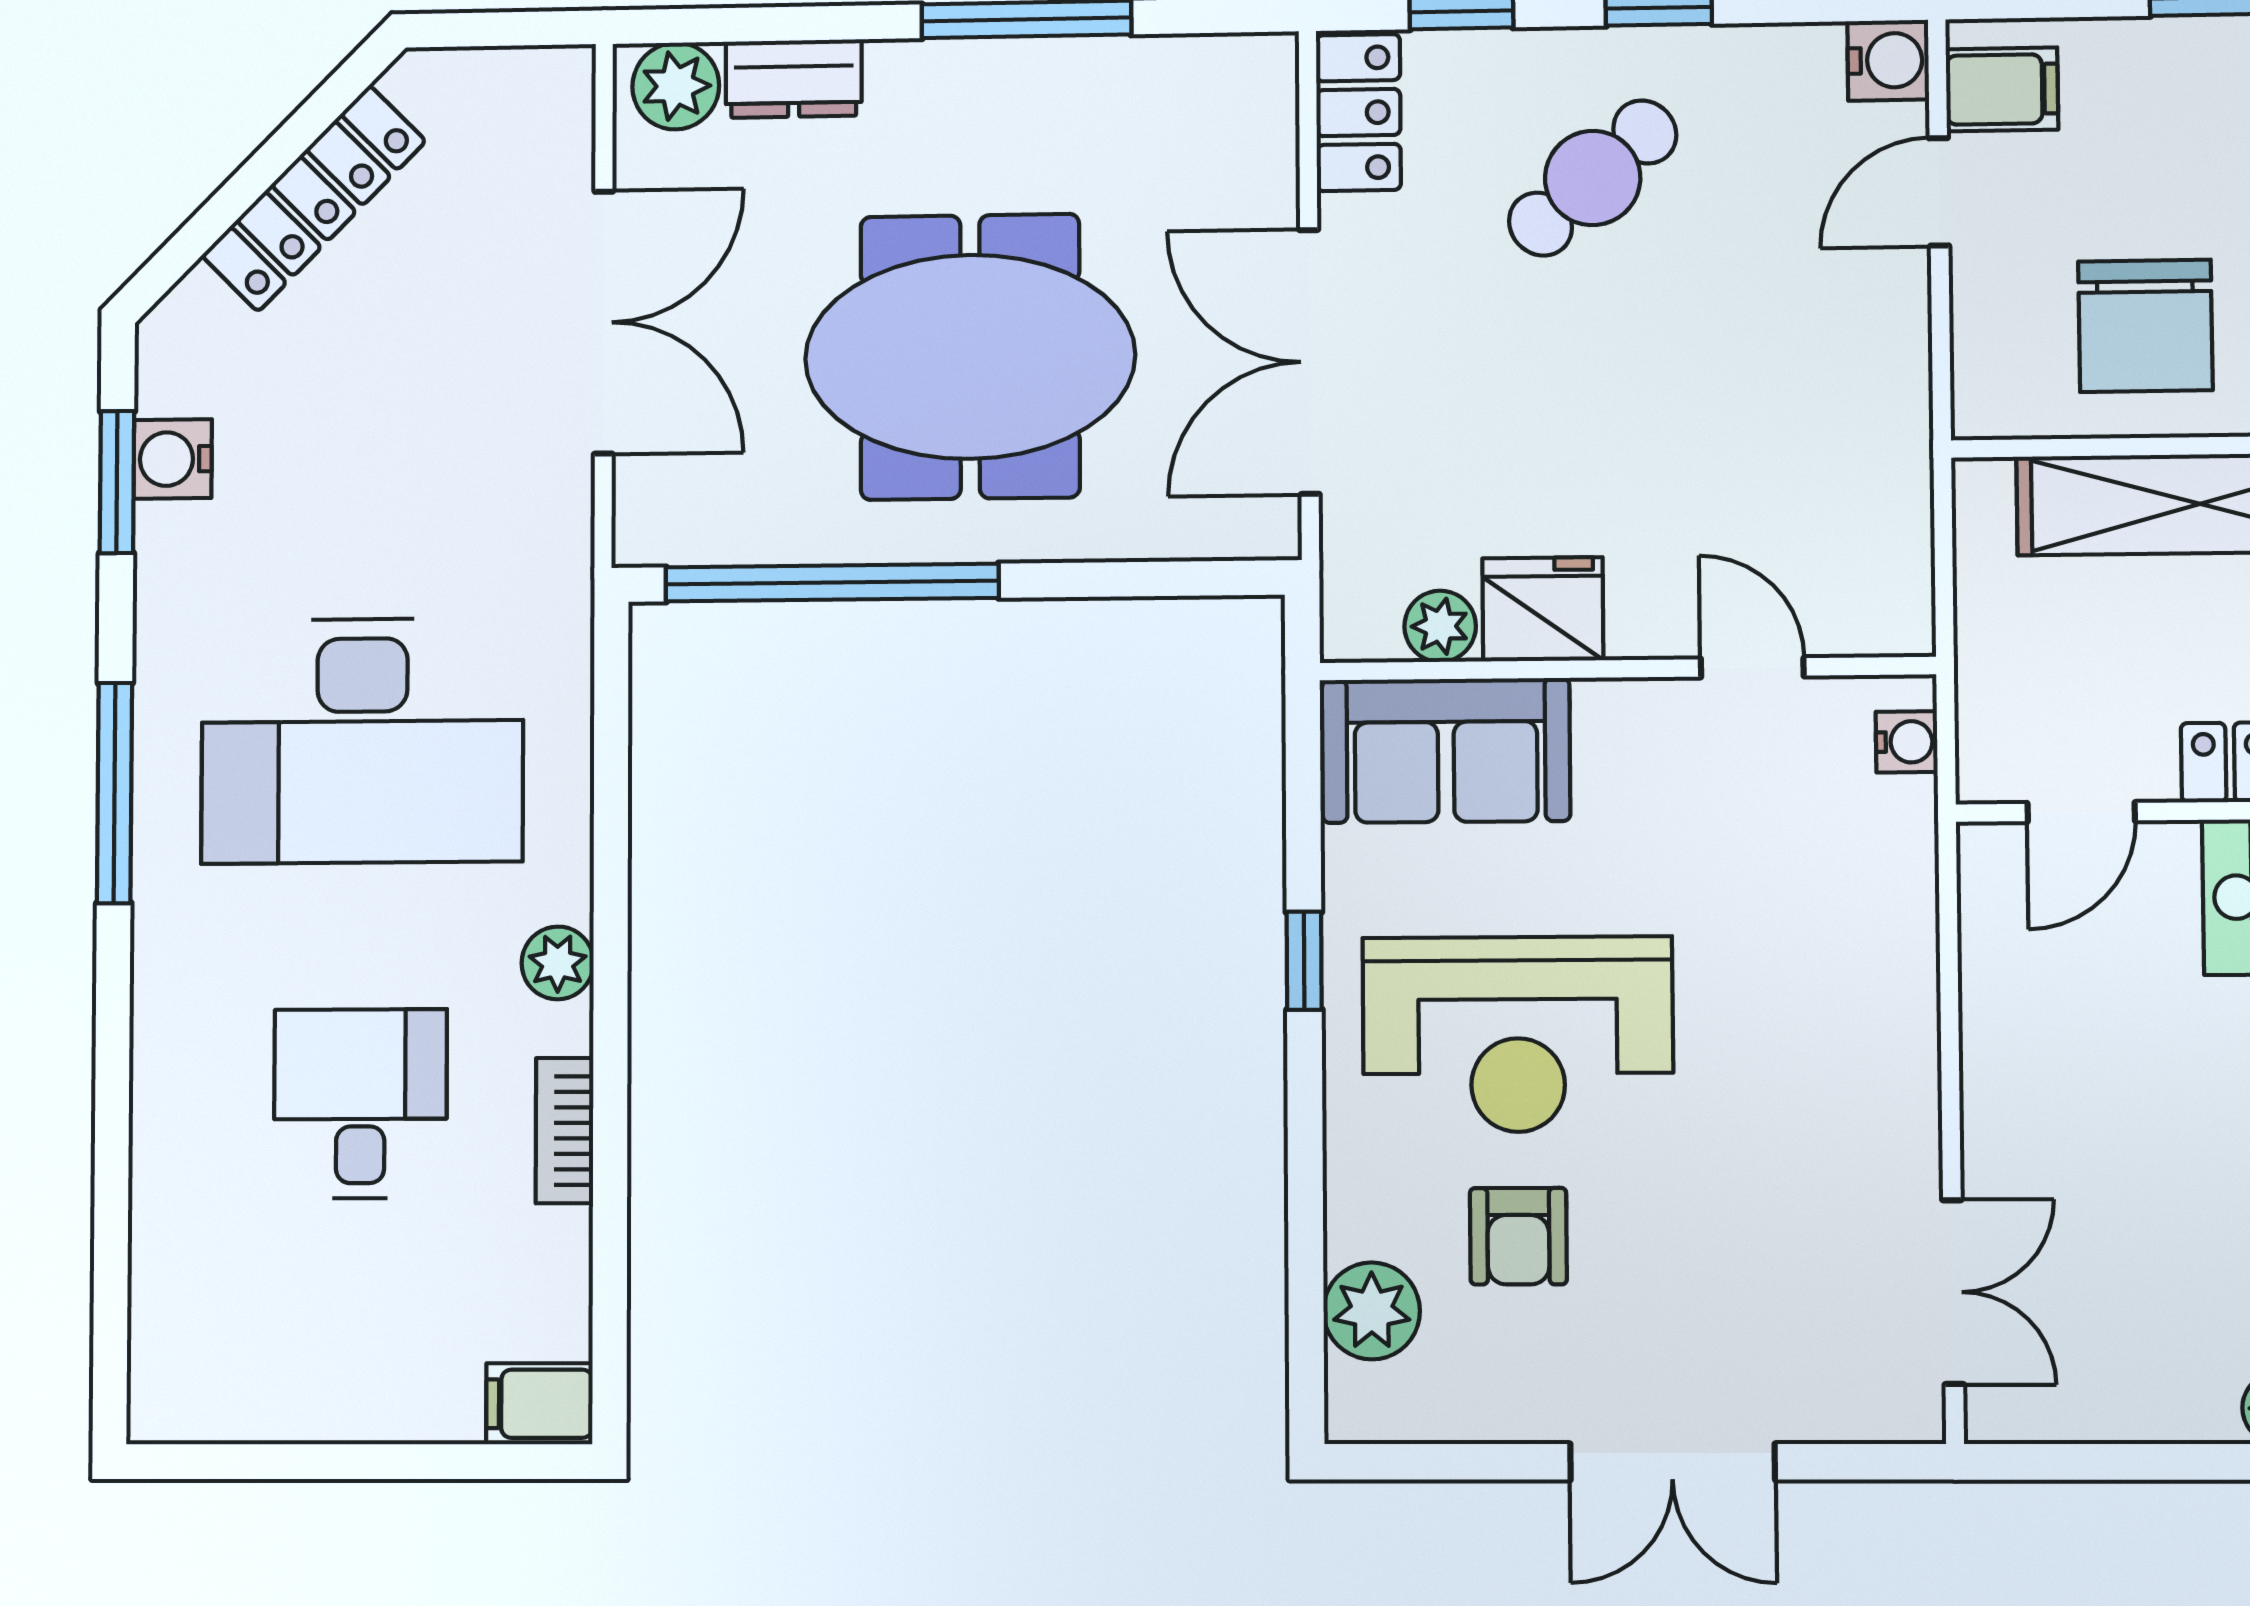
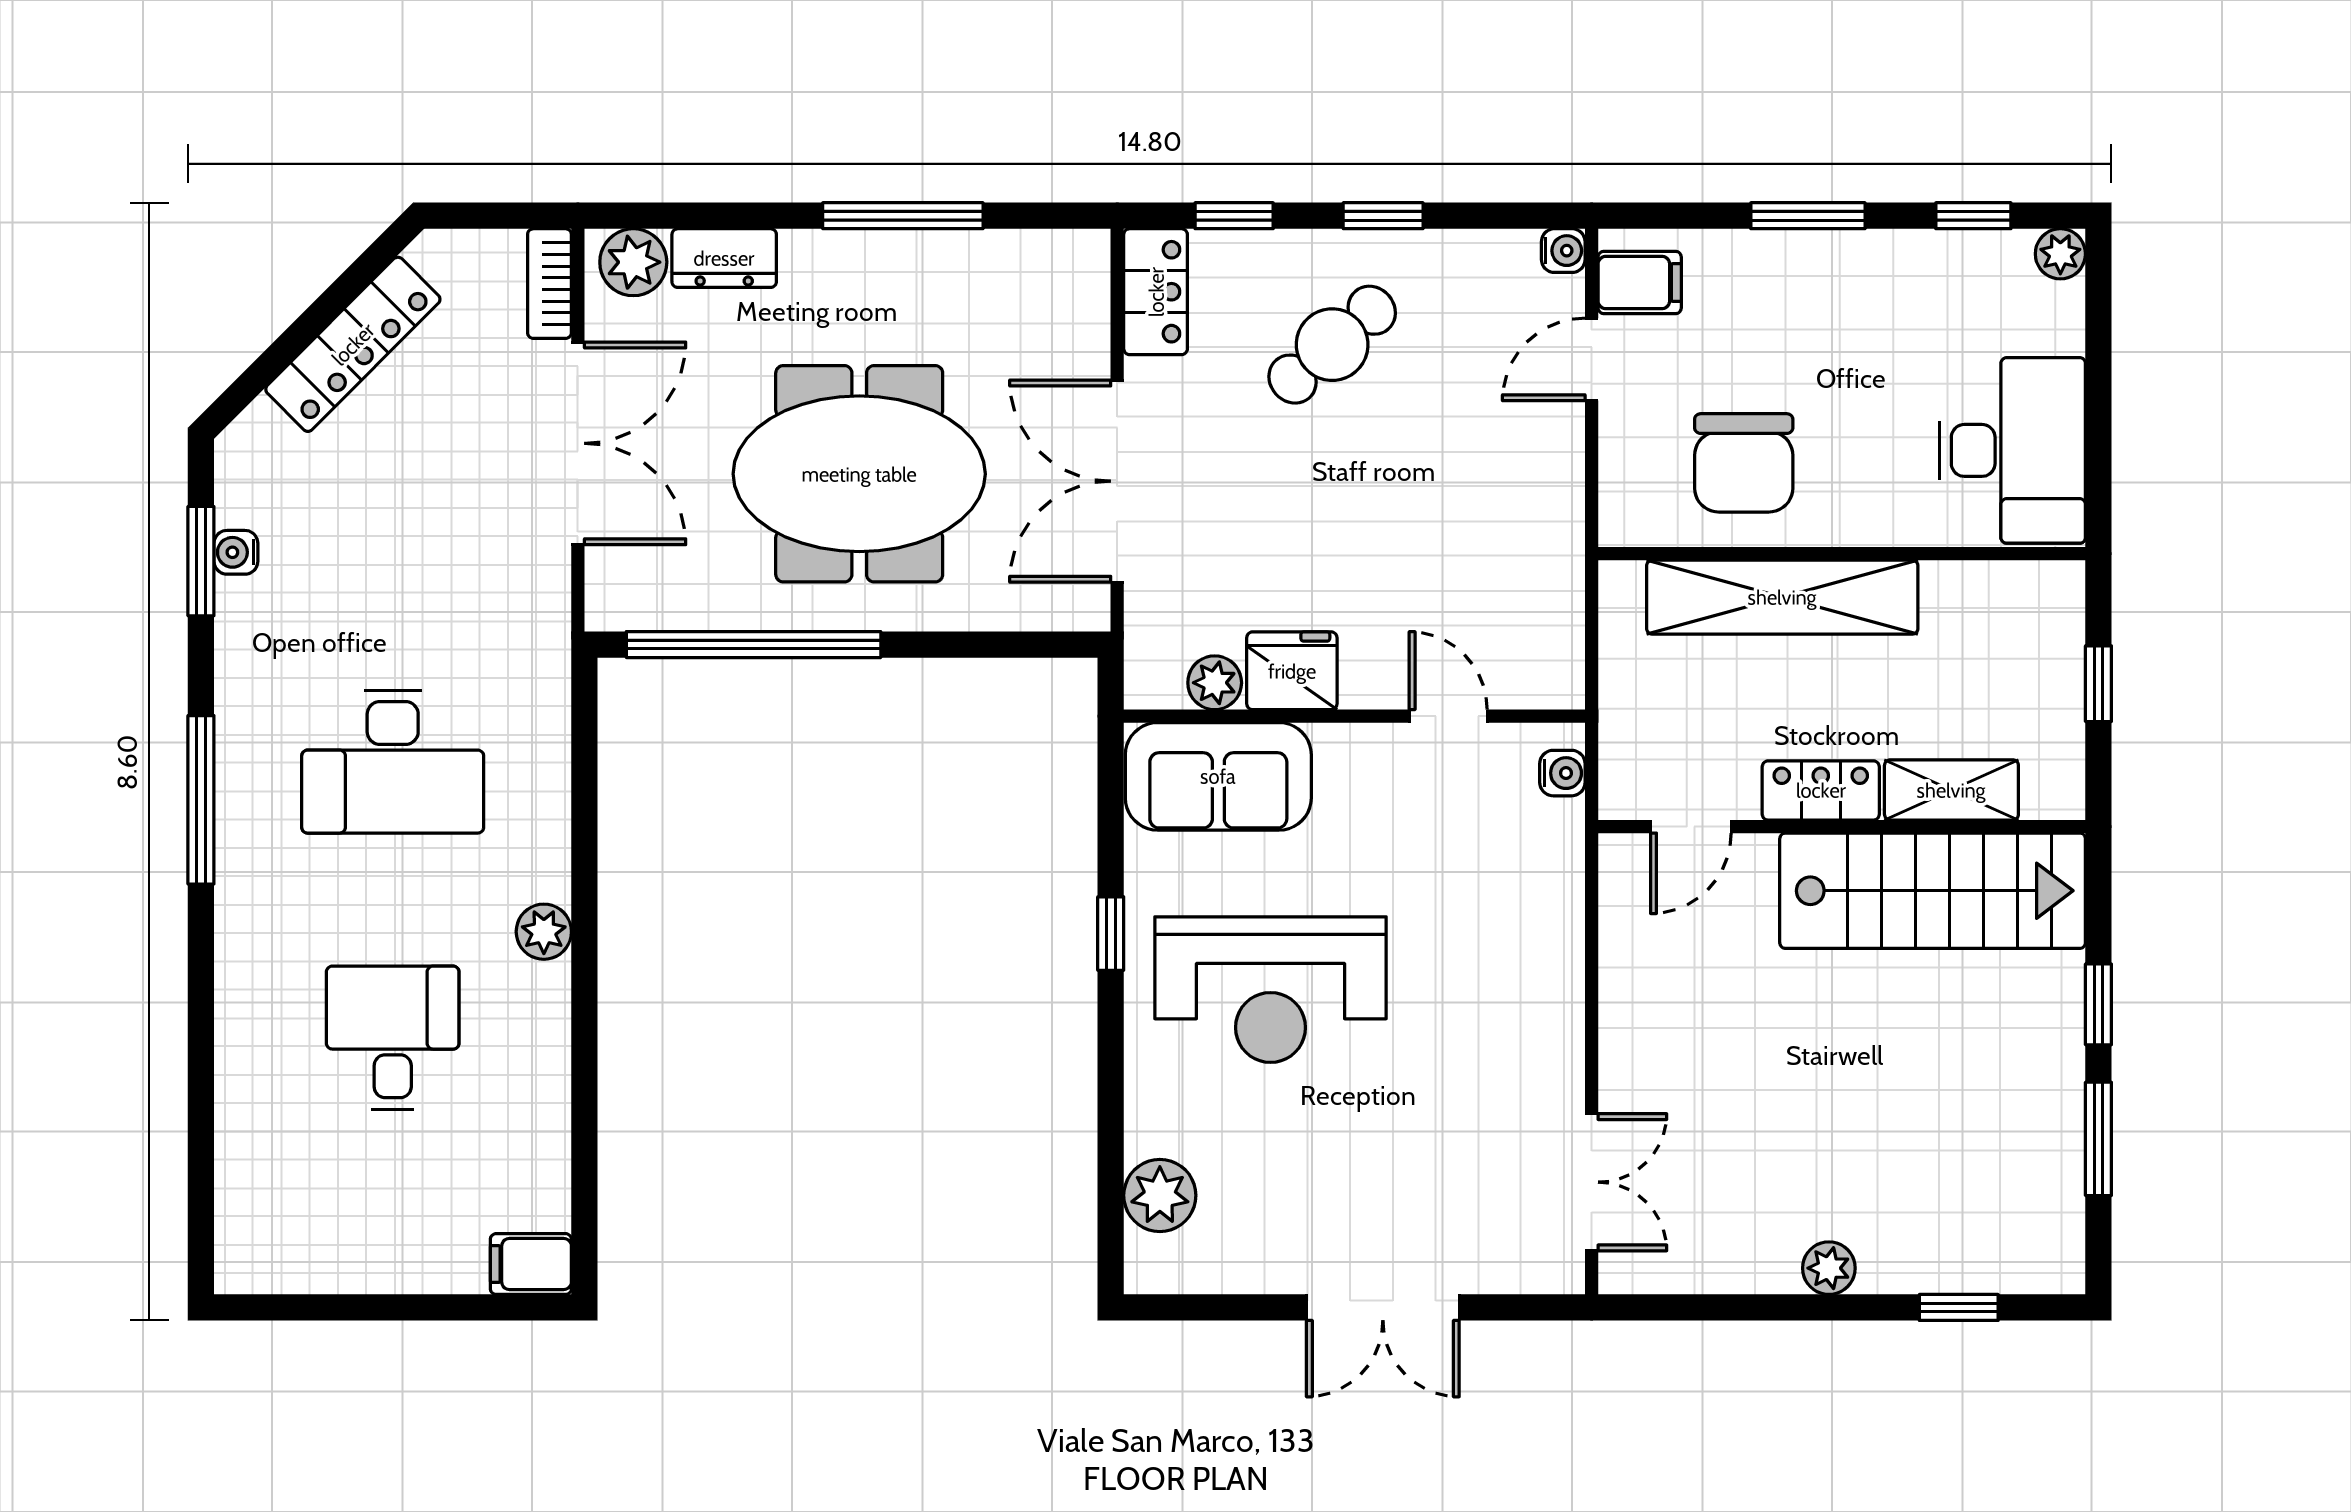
water cooler: (1888, 60) -> (1563, 251), width x0.72, depth x0.72
water cooler: (173, 459) -> (236, 552), width x0.72, depth x0.72
desk: (362, 741) -> (393, 762), width x0.73, depth x0.77
bookcase: (565, 1131) -> (549, 284), moved
armchair: (1518, 1236) -> (1270, 1140), removed

